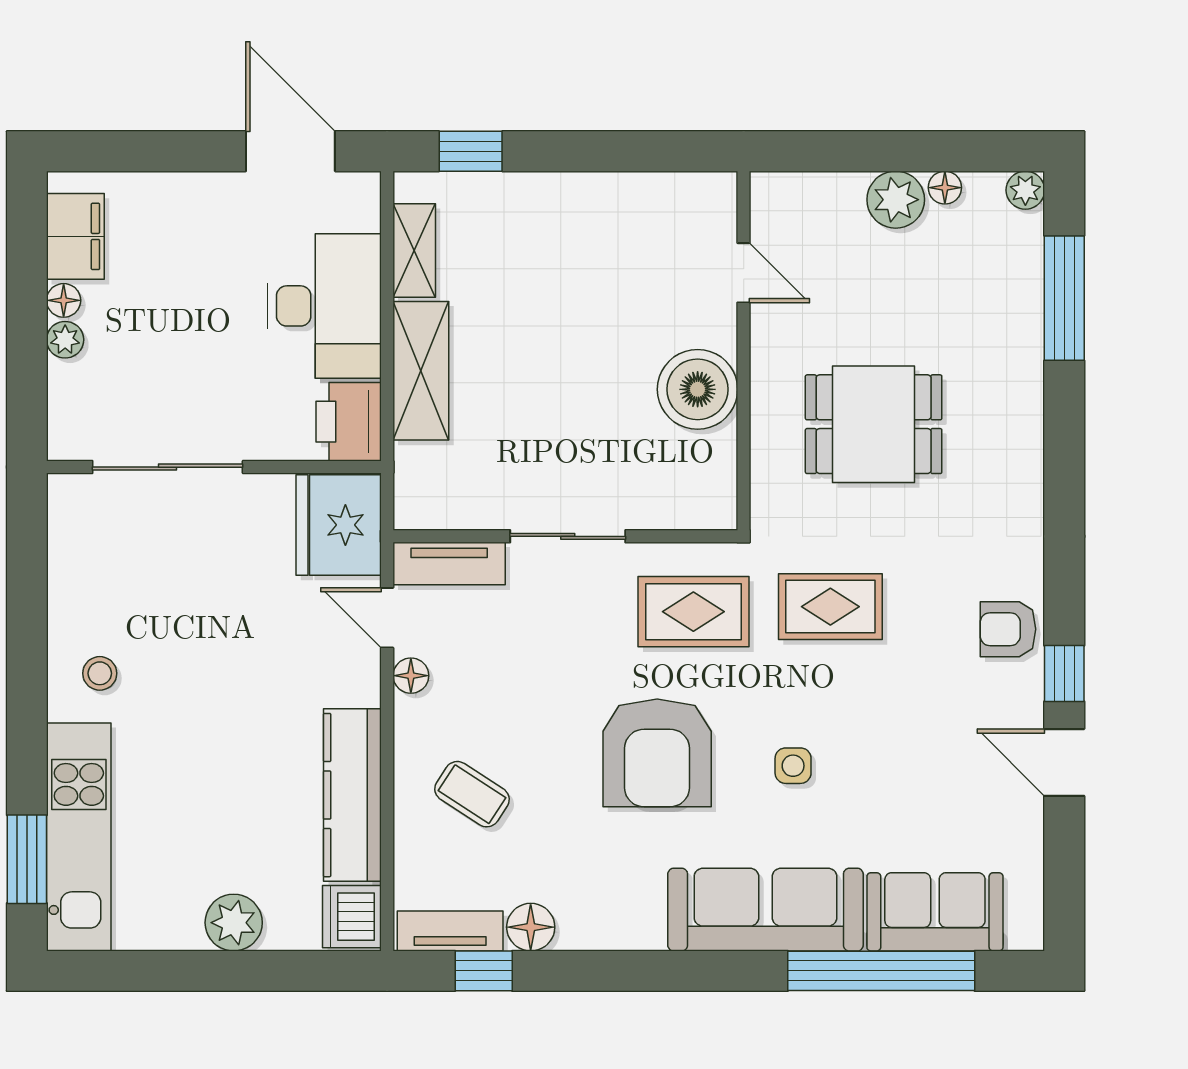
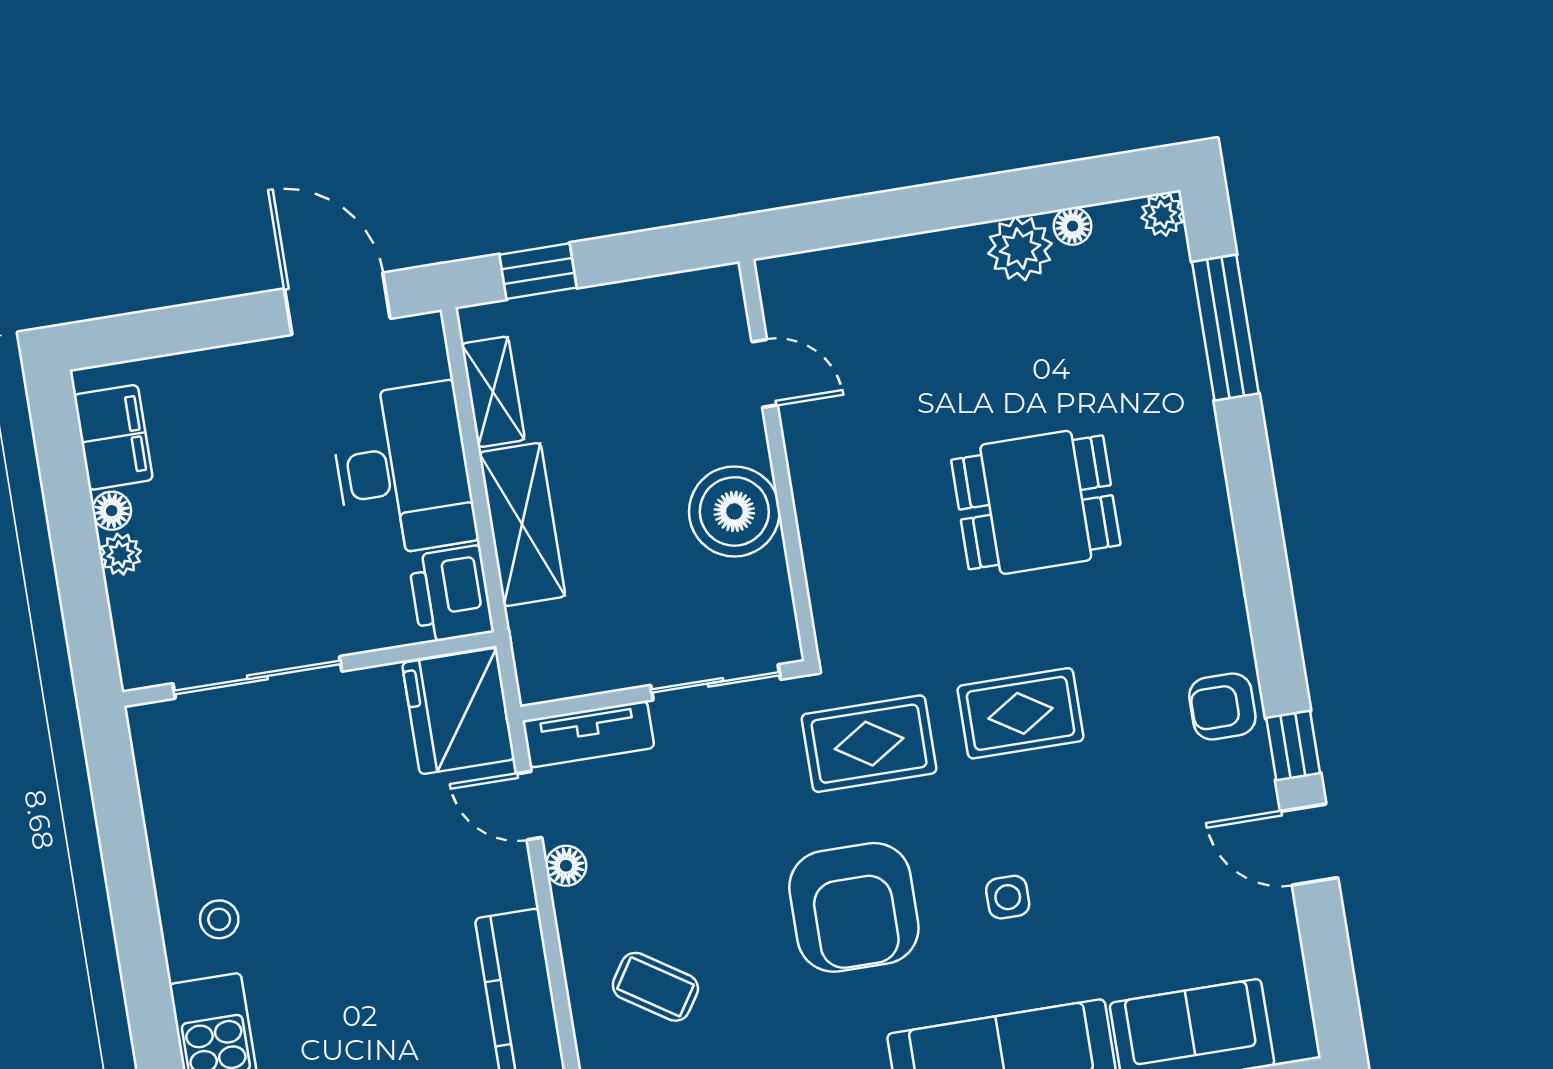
door: (744, 273) -> (765, 373), moved
wall: (744, 351) -> (779, 460), moved
boiler: (698, 389) -> (734, 511), moved

